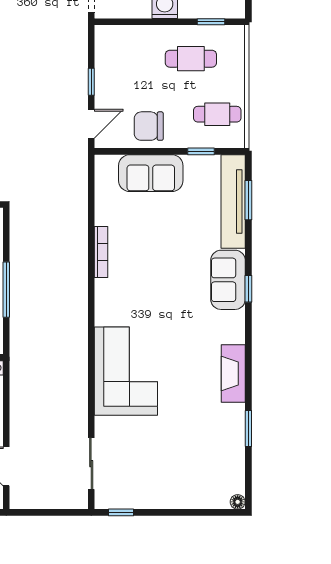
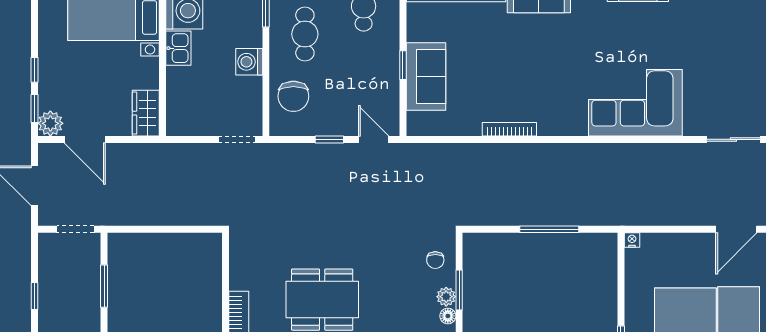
chair: (149, 126) -> (293, 96), moved
window: (201, 151) -> (403, 65), moved

